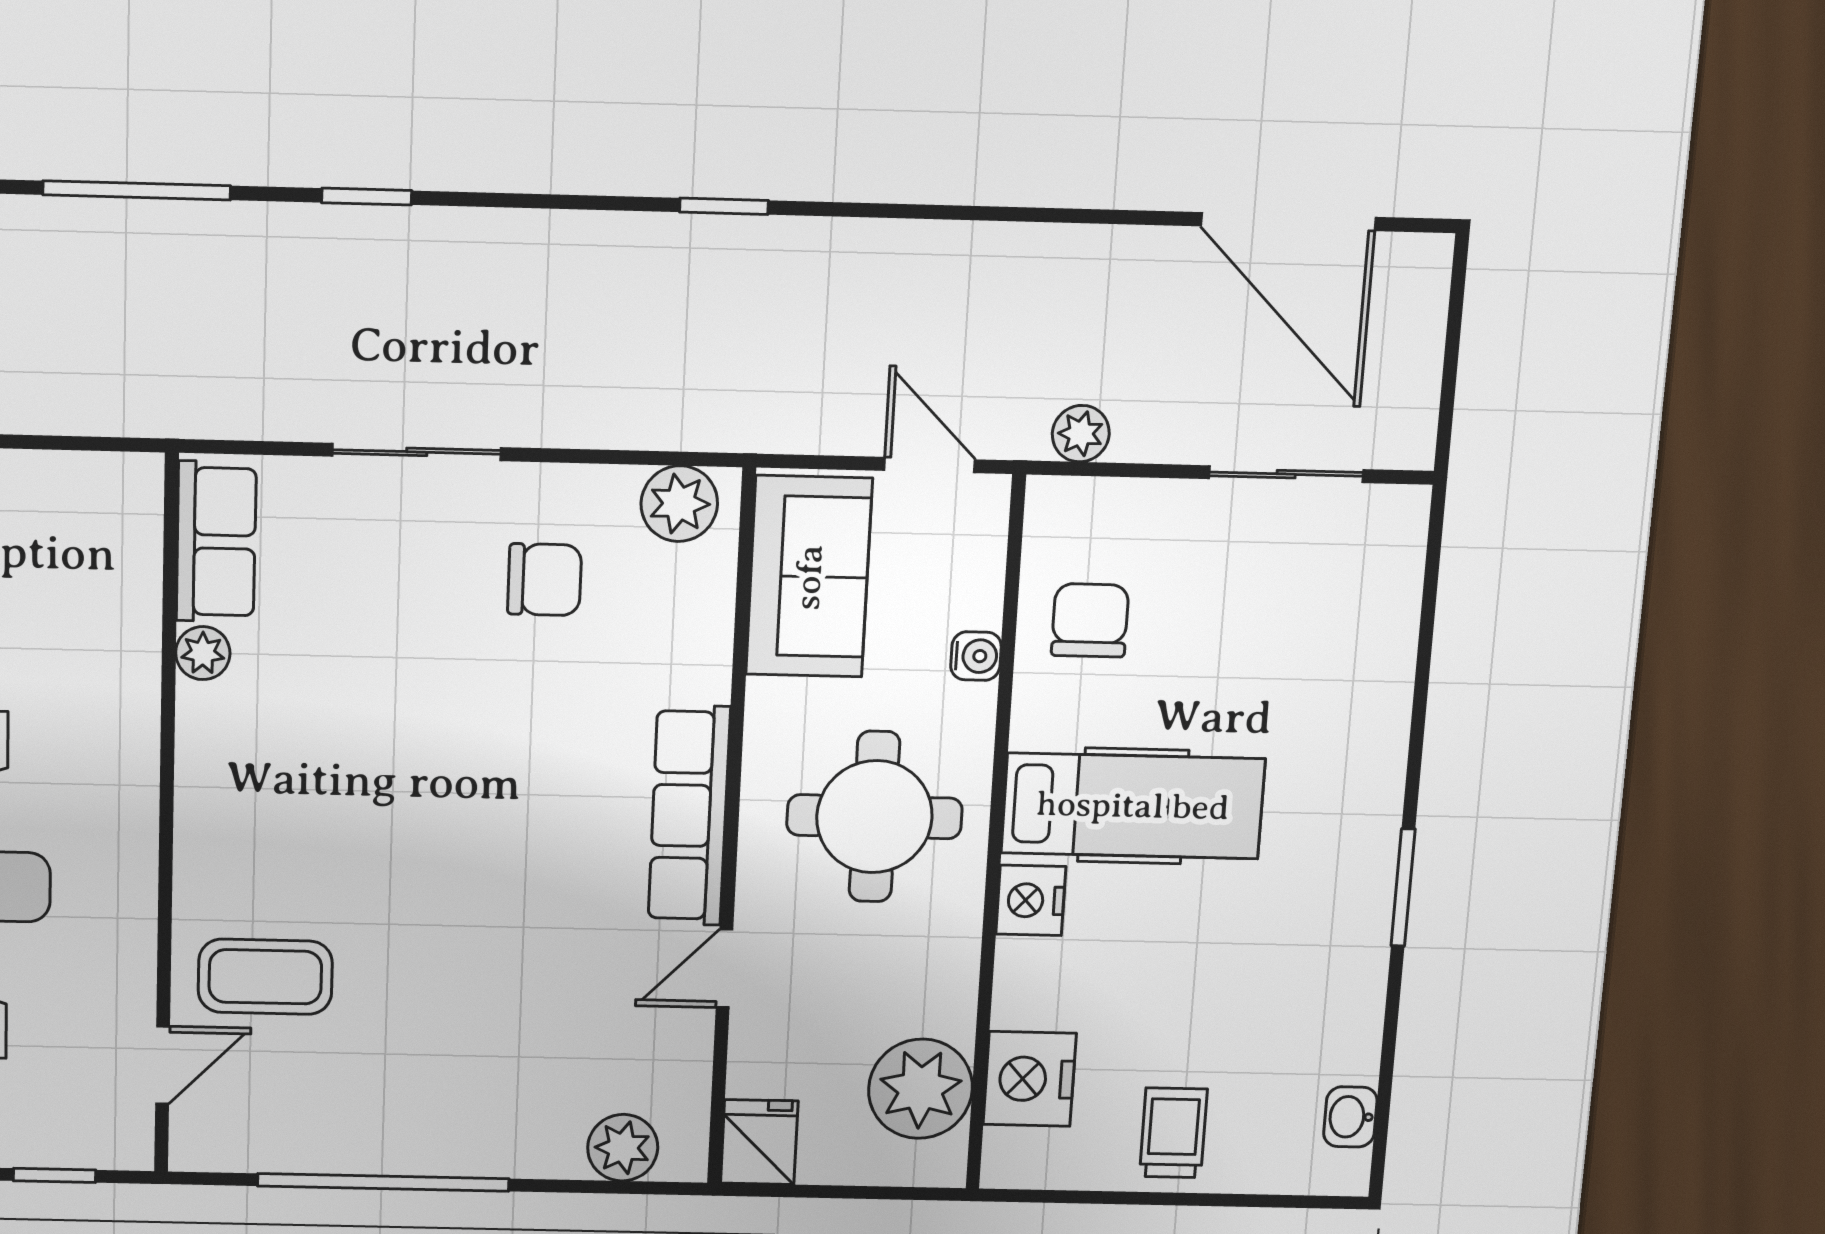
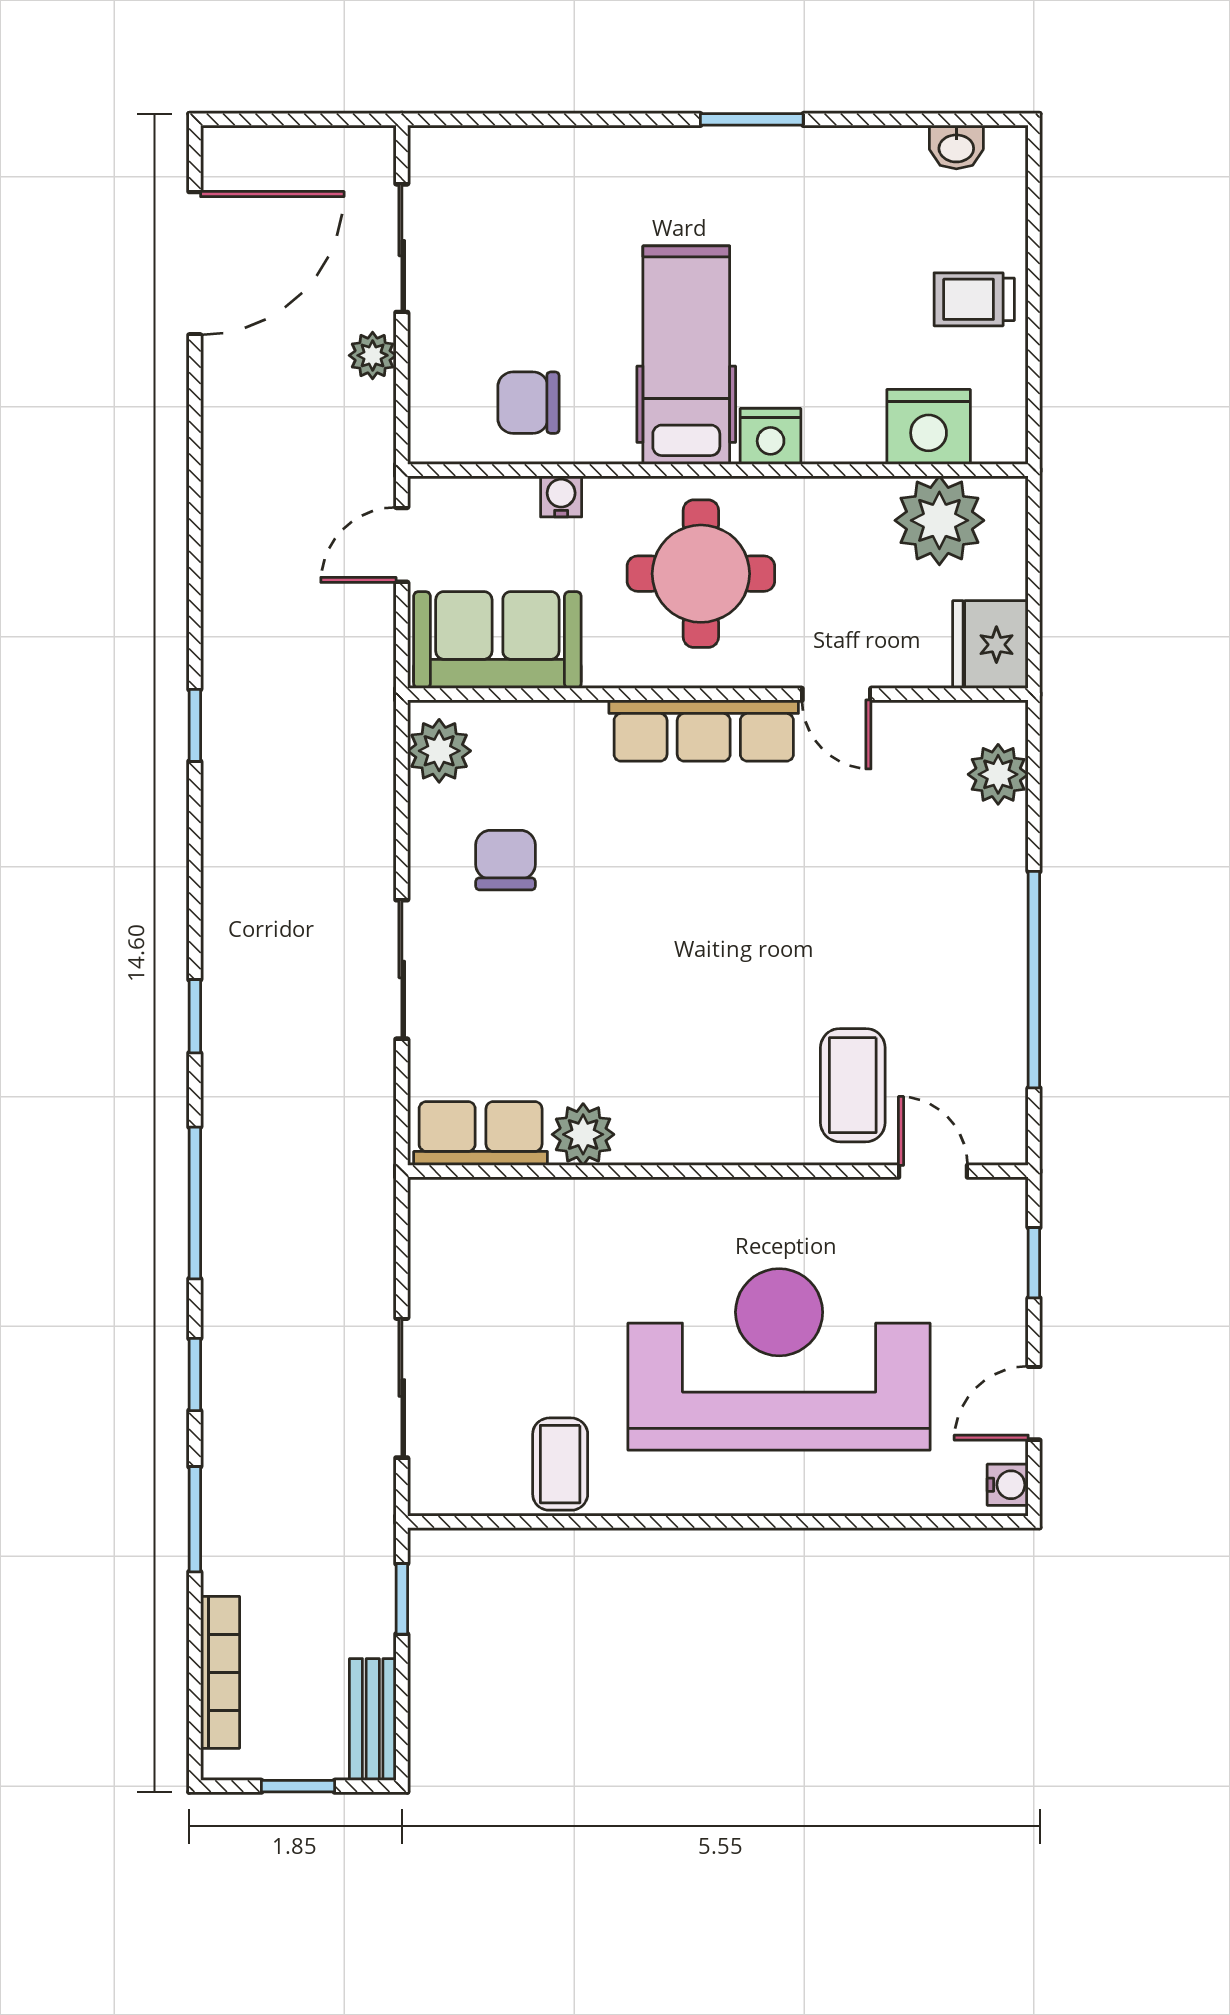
plant: (1081, 434) -> (373, 355), moved
plant: (203, 653) -> (583, 1134), width x1.38, depth x1.38
fridge: (759, 1142) -> (990, 645), width x1.38

